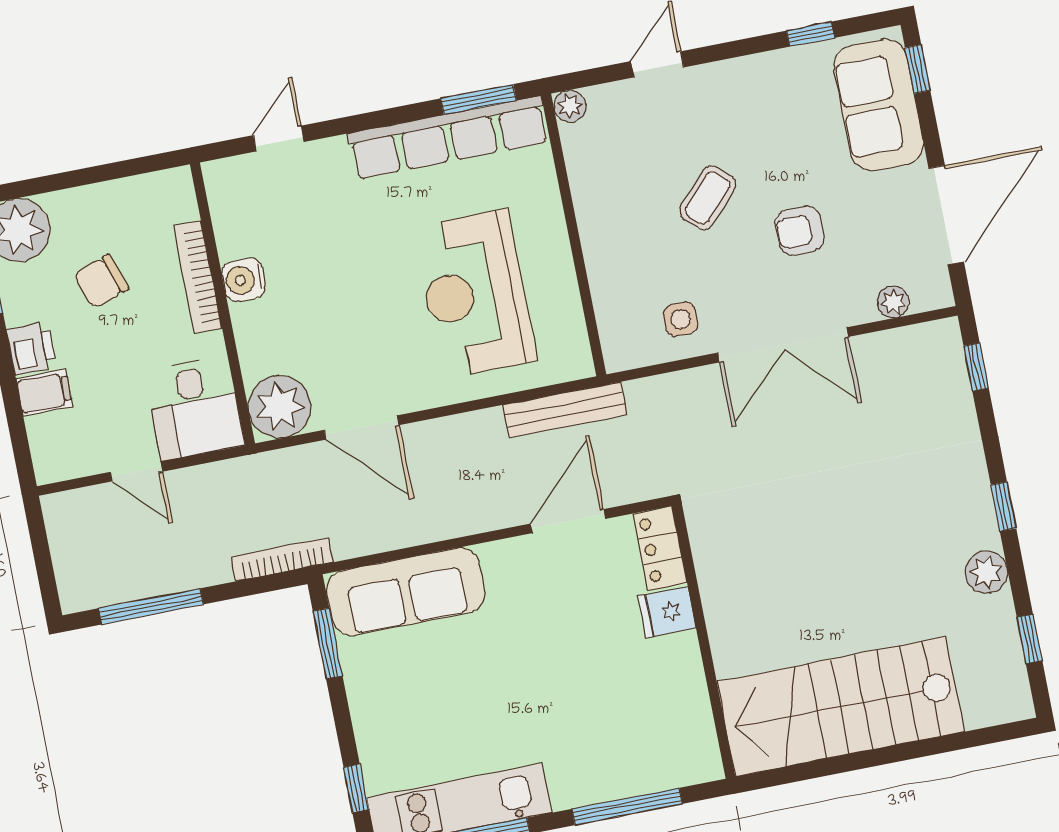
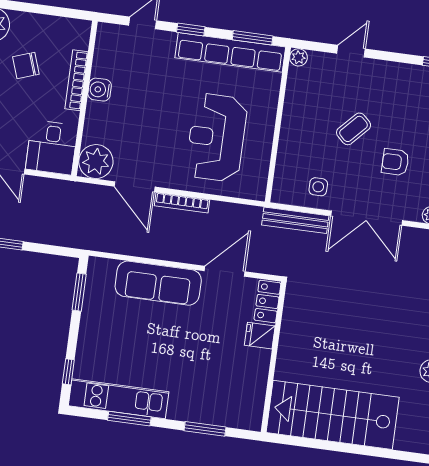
window: (366, 121) -> (191, 29), added
bench: (565, 410) -> (295, 220), moved
bookcase: (282, 559) -> (182, 203), moved, turned 180
sofa: (406, 592) -> (158, 283), moved
window: (627, 806) -> (205, 429), width x0.69

